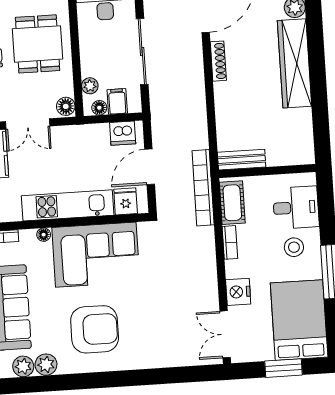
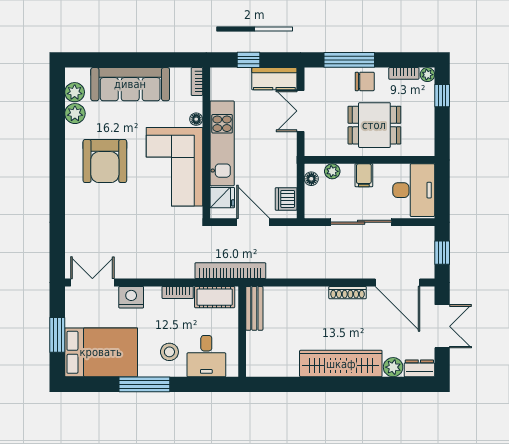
filing cabinet: (117, 101) -> (364, 175), moved, turned 90
floor lamp: (66, 106) -> (315, 148), removed

